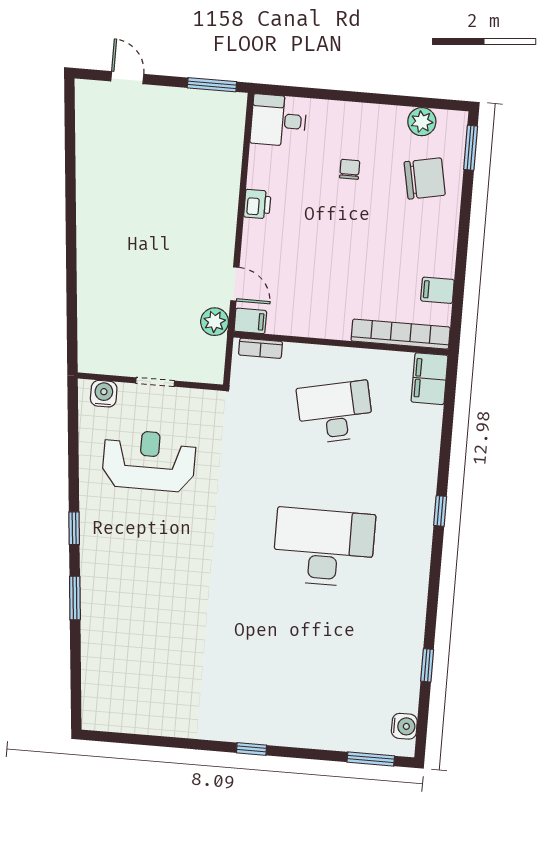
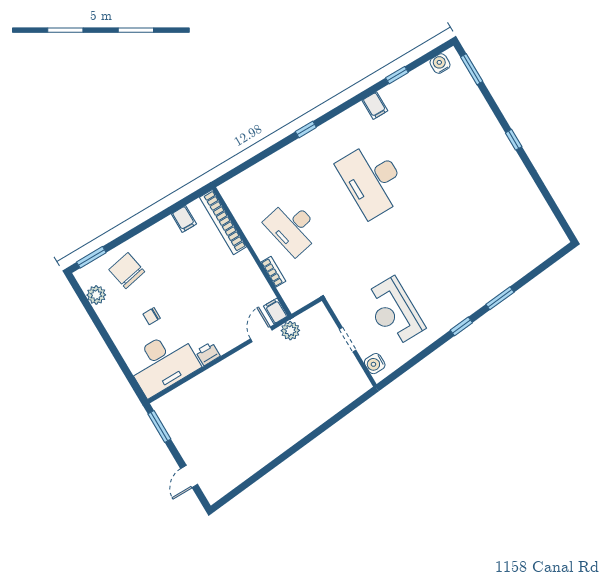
desk: (278, 120) -> (163, 363), width x1.87, depth x1.30
bookcase: (261, 348) -> (273, 272), moved
filing cabinet: (430, 379) -> (375, 106), moved, width x0.50

